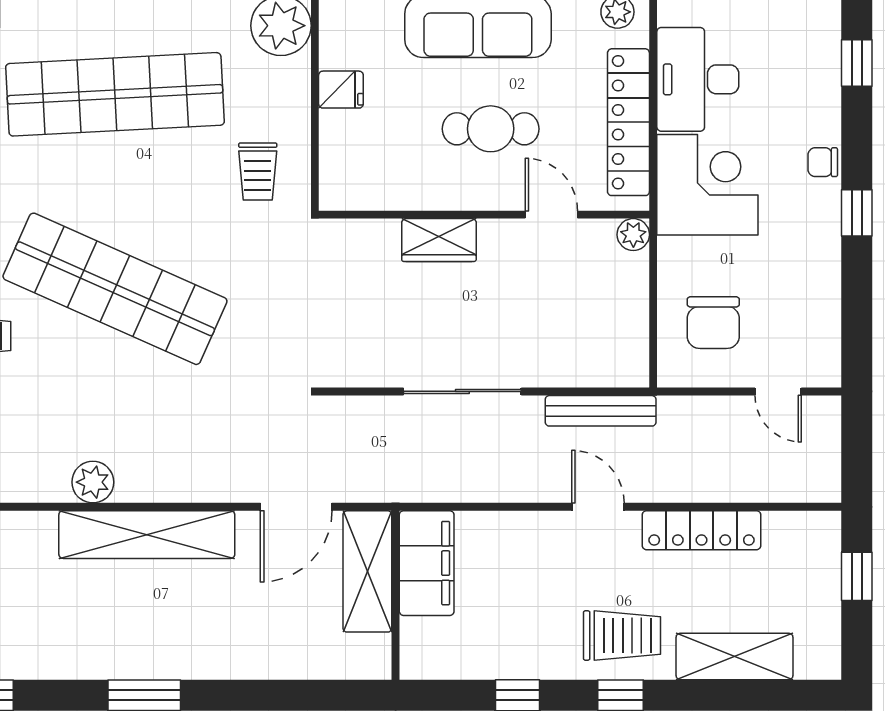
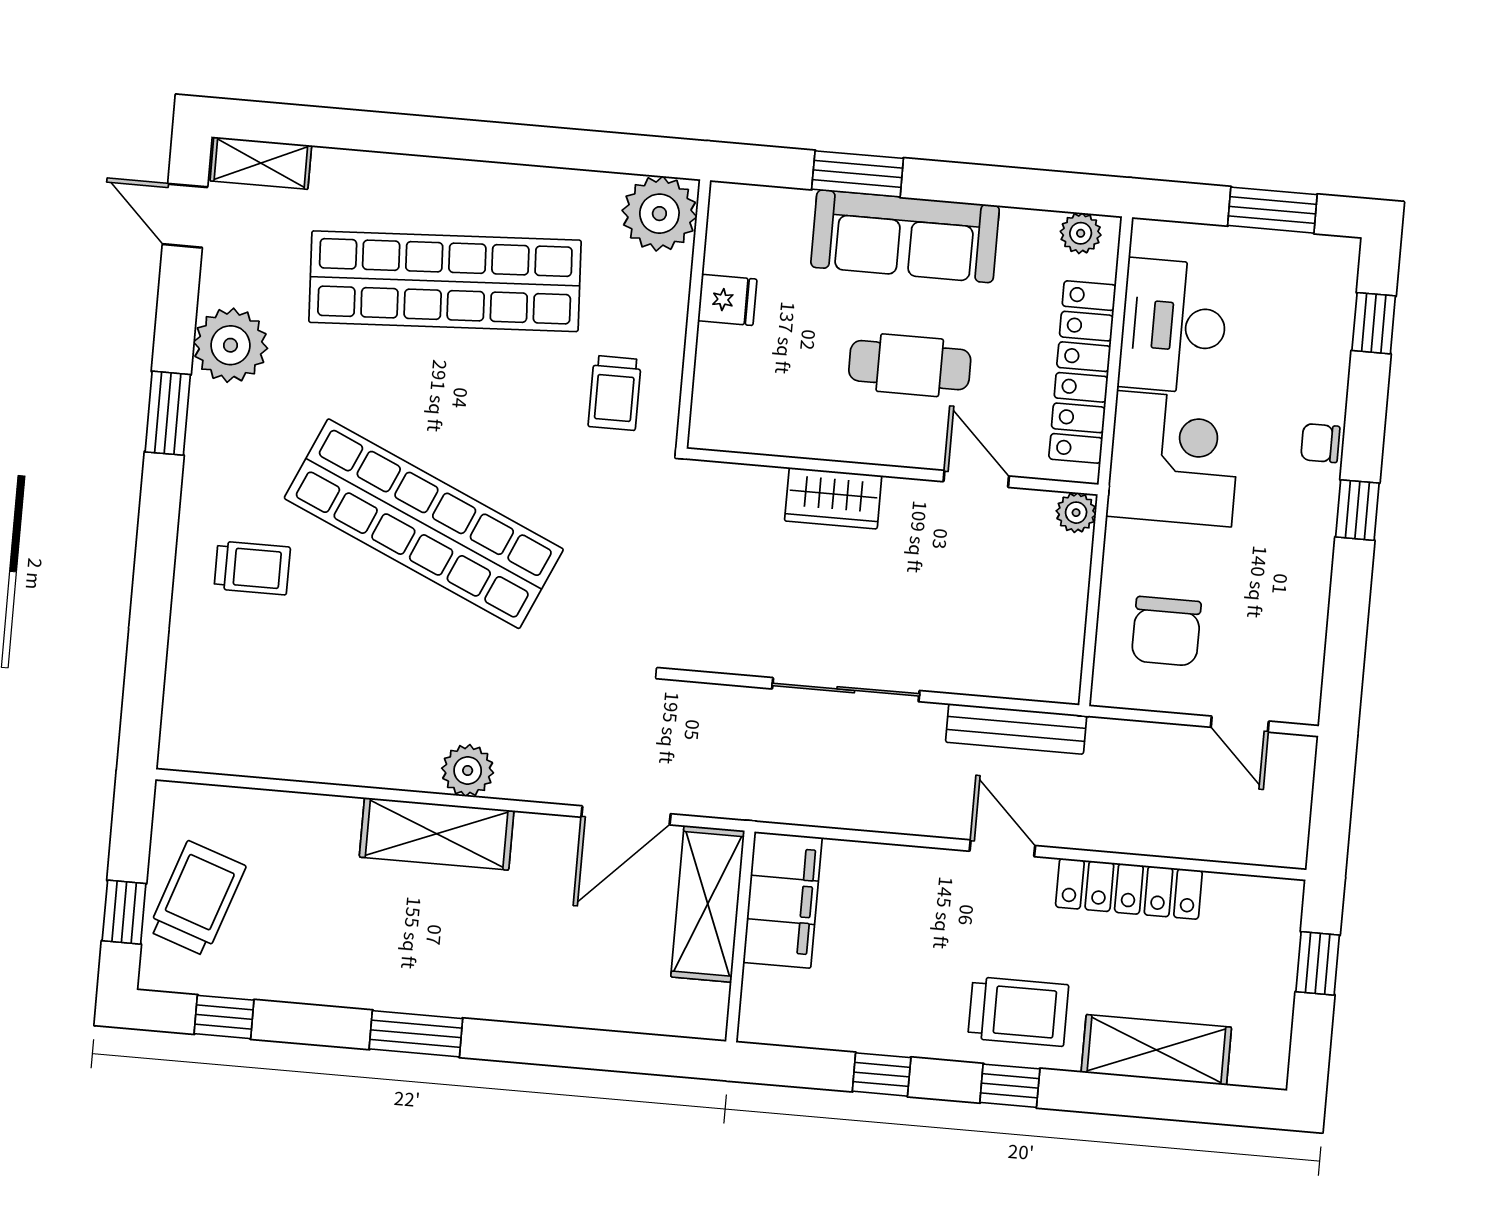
plant: (93, 482) -> (468, 770), moved
shelving: (147, 535) -> (437, 834), width x0.68

